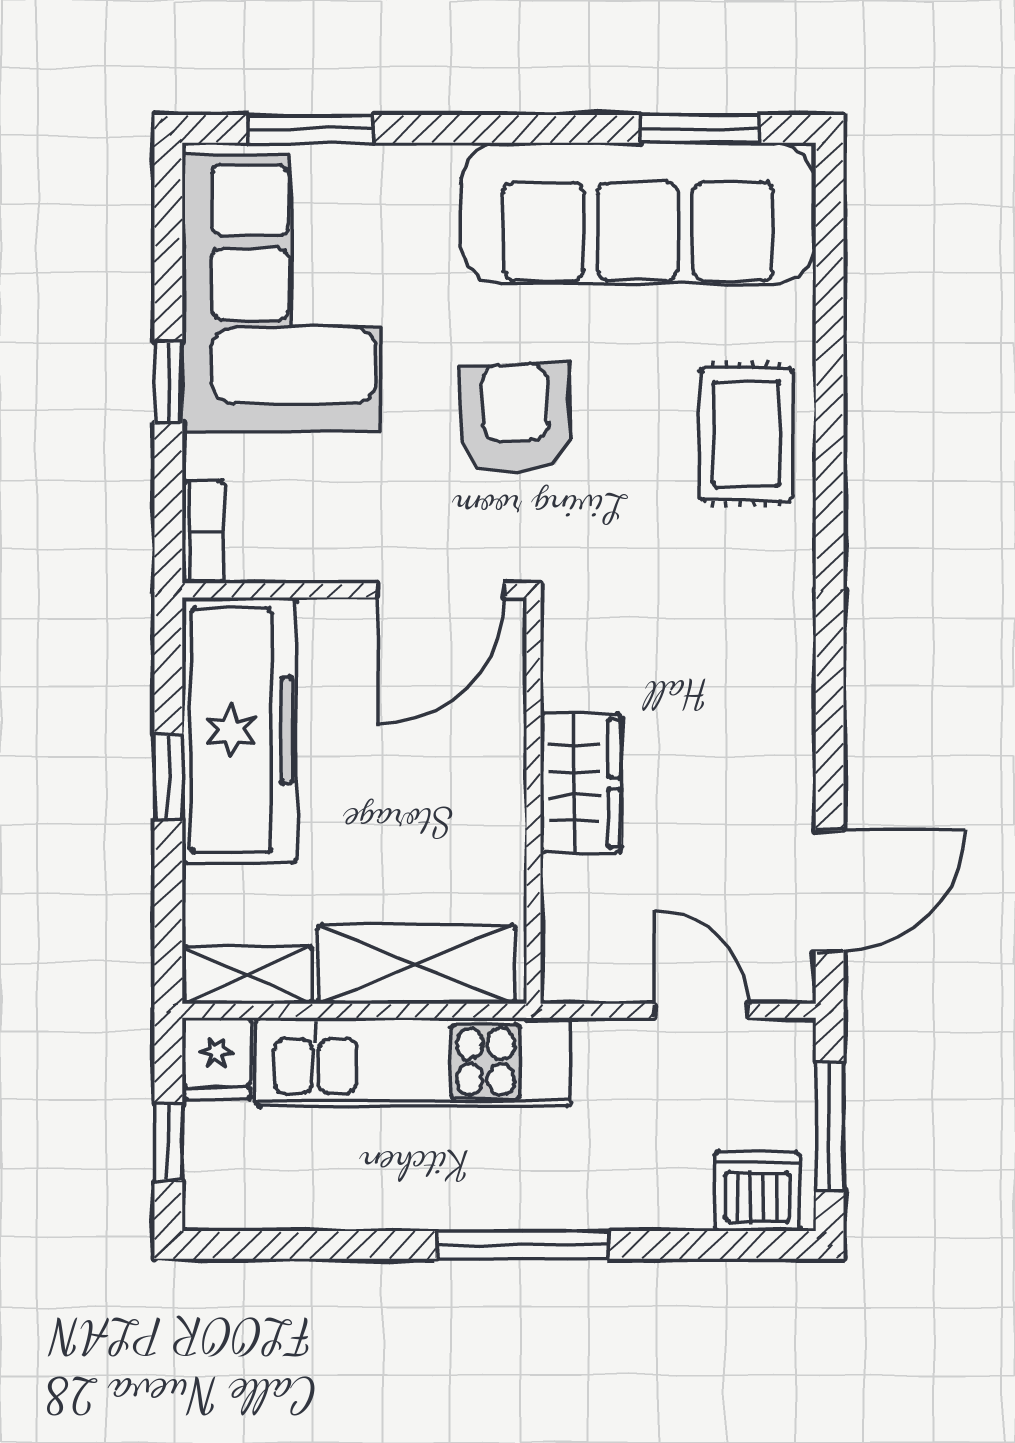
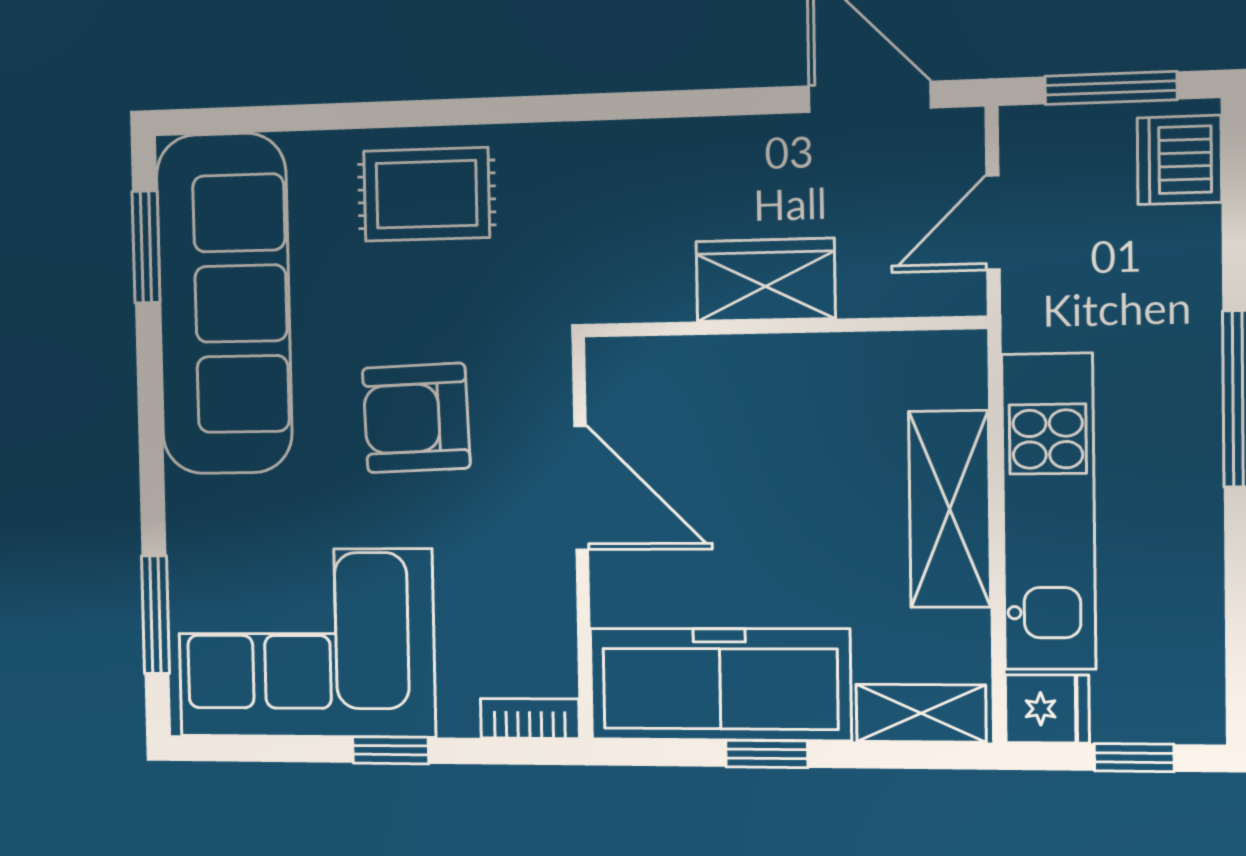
wardrobe: (581, 783) -> (765, 280), moved
wall: (533, 801) -> (783, 327), moved
shelving: (248, 975) -> (921, 713), moved, turned 90

